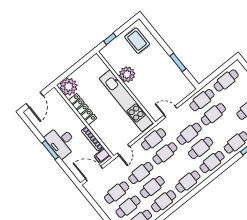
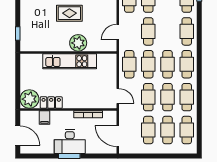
rug: (137, 41) -> (69, 13), moved
plant: (127, 74) -> (78, 43), moved
kitchen unit: (126, 101) -> (70, 61), width x0.73
locker: (83, 109) -> (51, 103), width x0.66
cafe table: (201, 148) -> (168, 64), moved
filing cabinet: (102, 156) -> (44, 118), moved
door: (94, 174) -> (118, 136), hinge flipped

